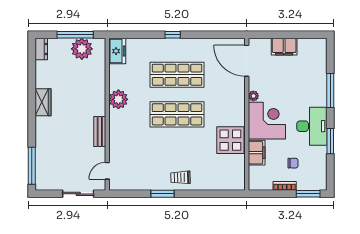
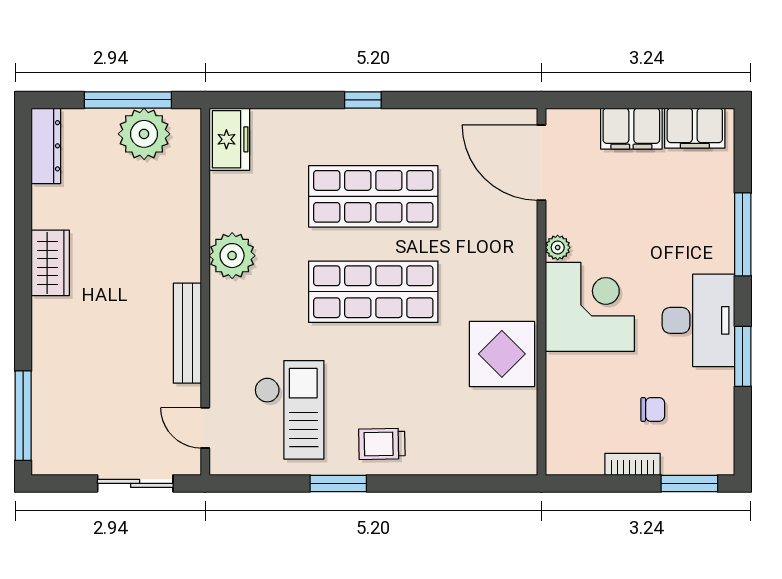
dresser: (41, 49) -> (46, 146), width x1.44
bench: (100, 131) -> (187, 333), width x1.36
filing cabinet: (257, 153) -> (695, 128), moved, turned 90
checkout: (142, 163) -> (289, 410), added
door: (107, 171) -> (205, 428), hinge flipped

